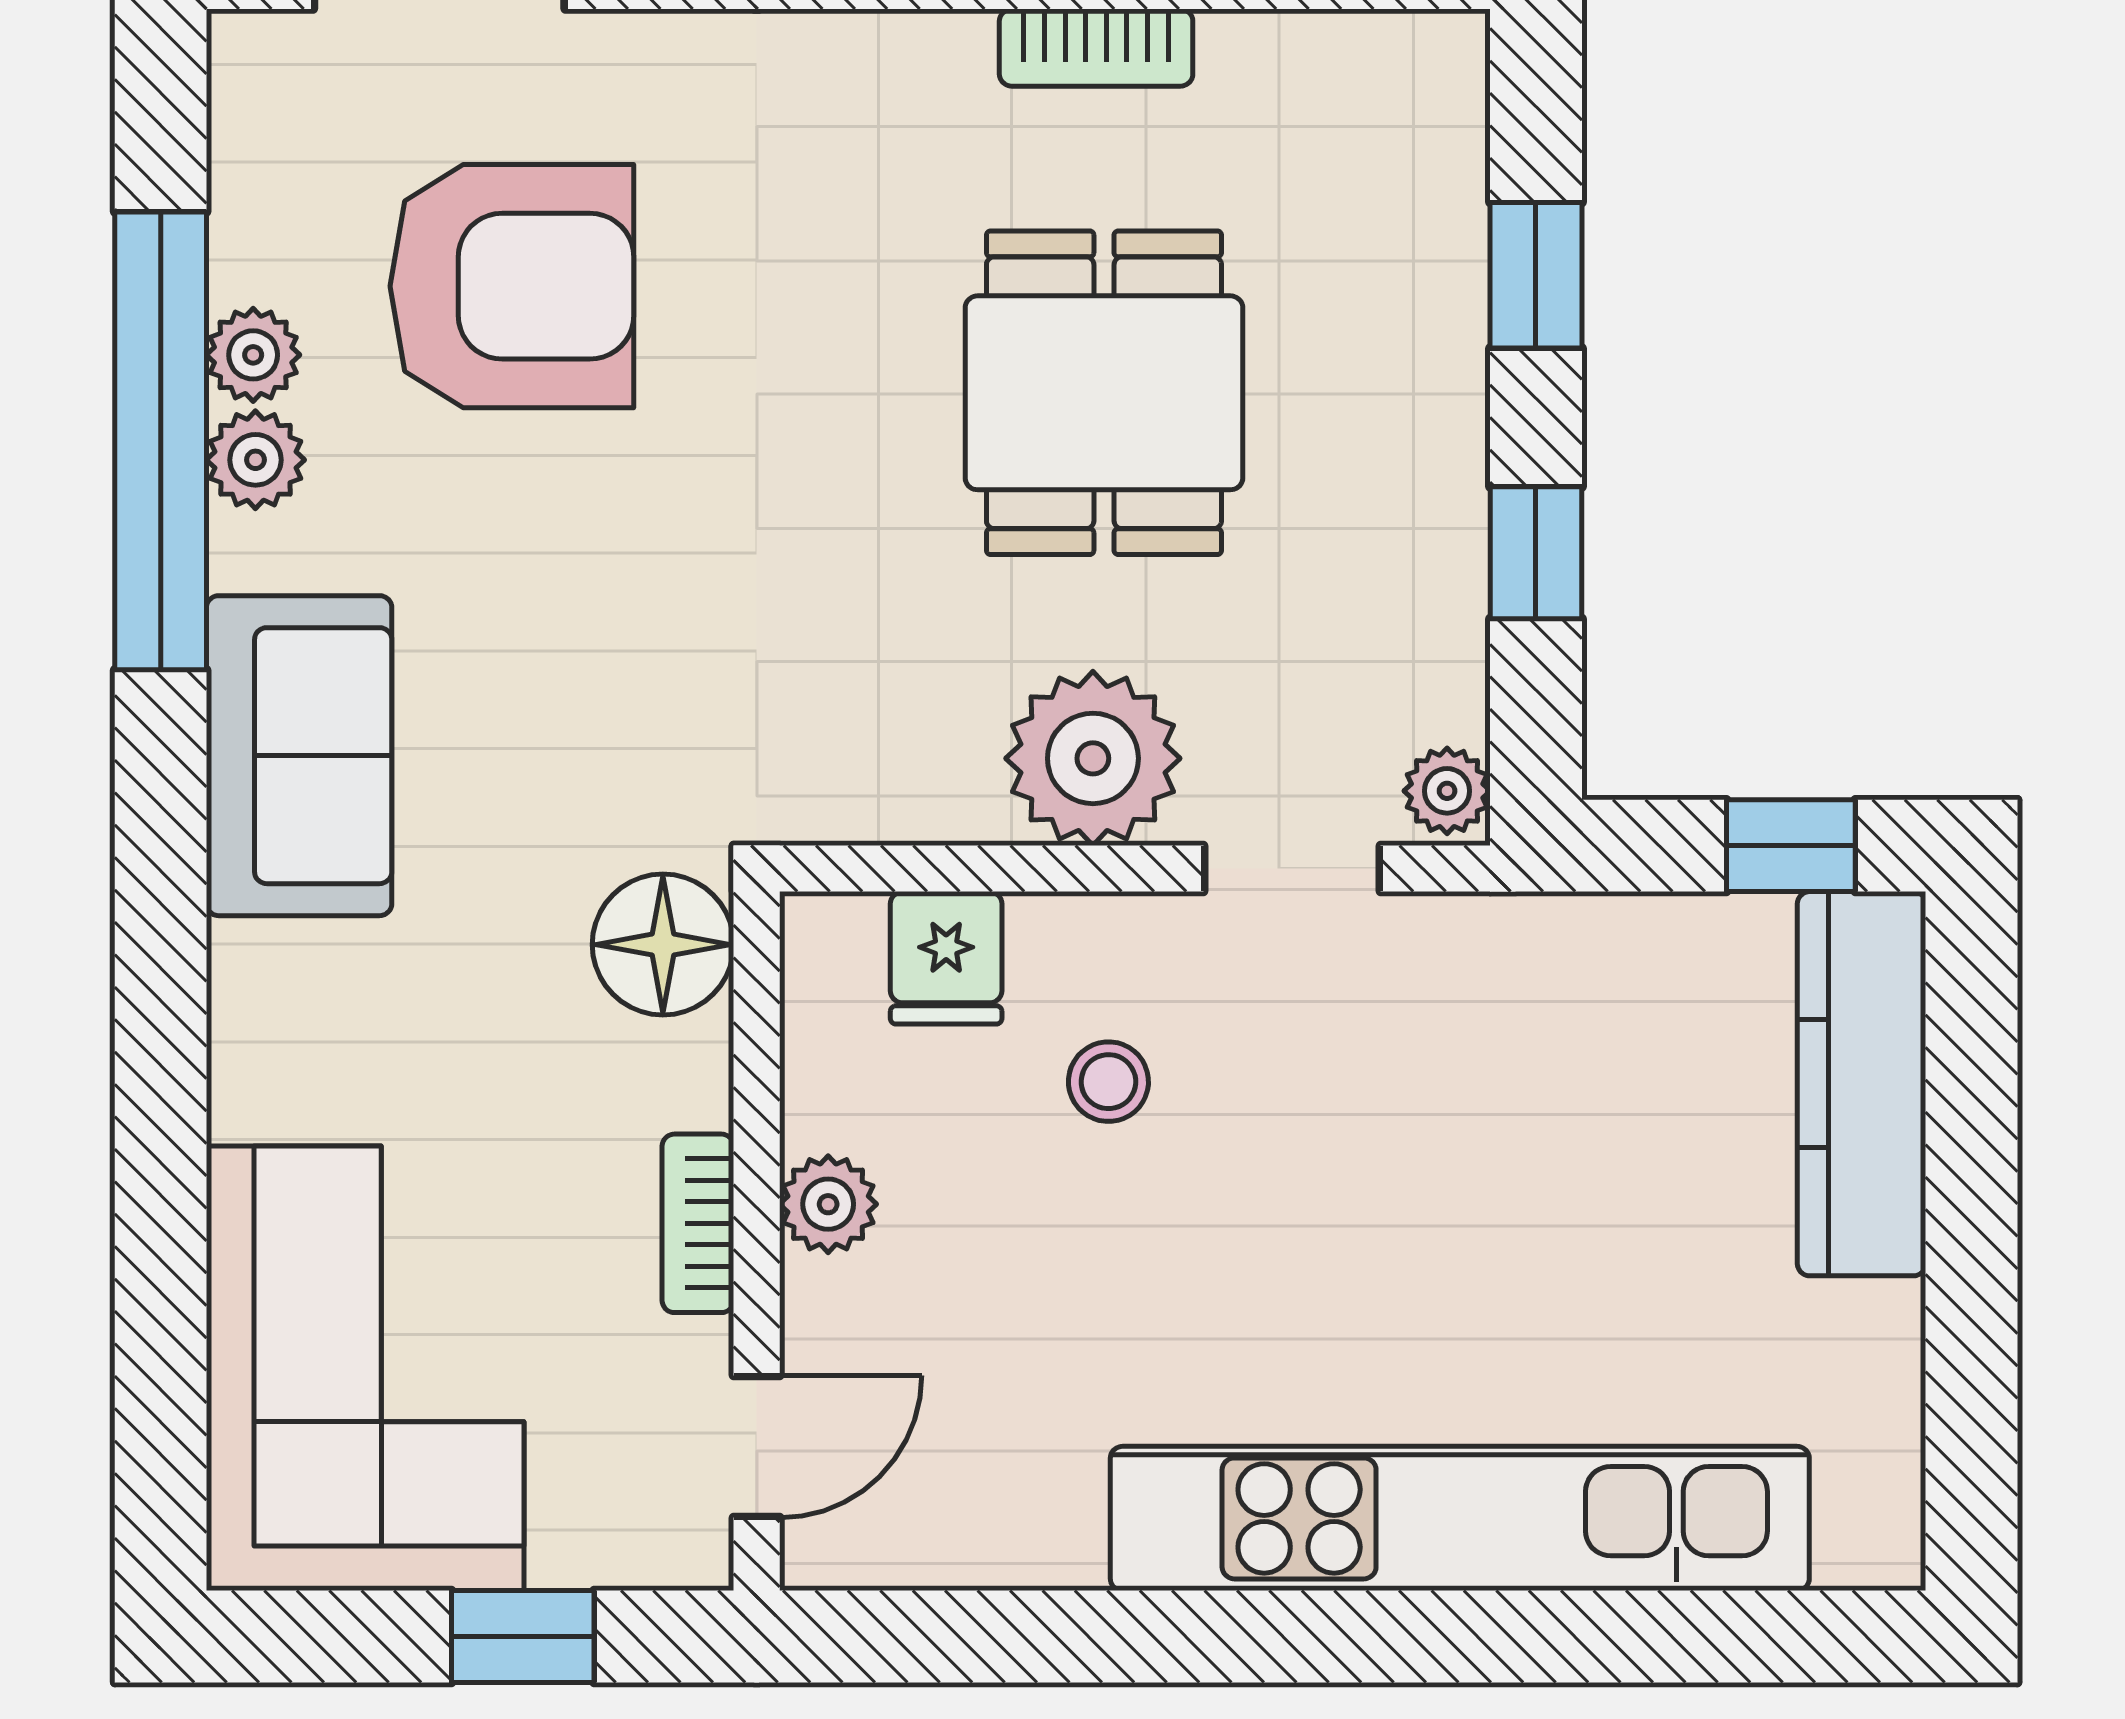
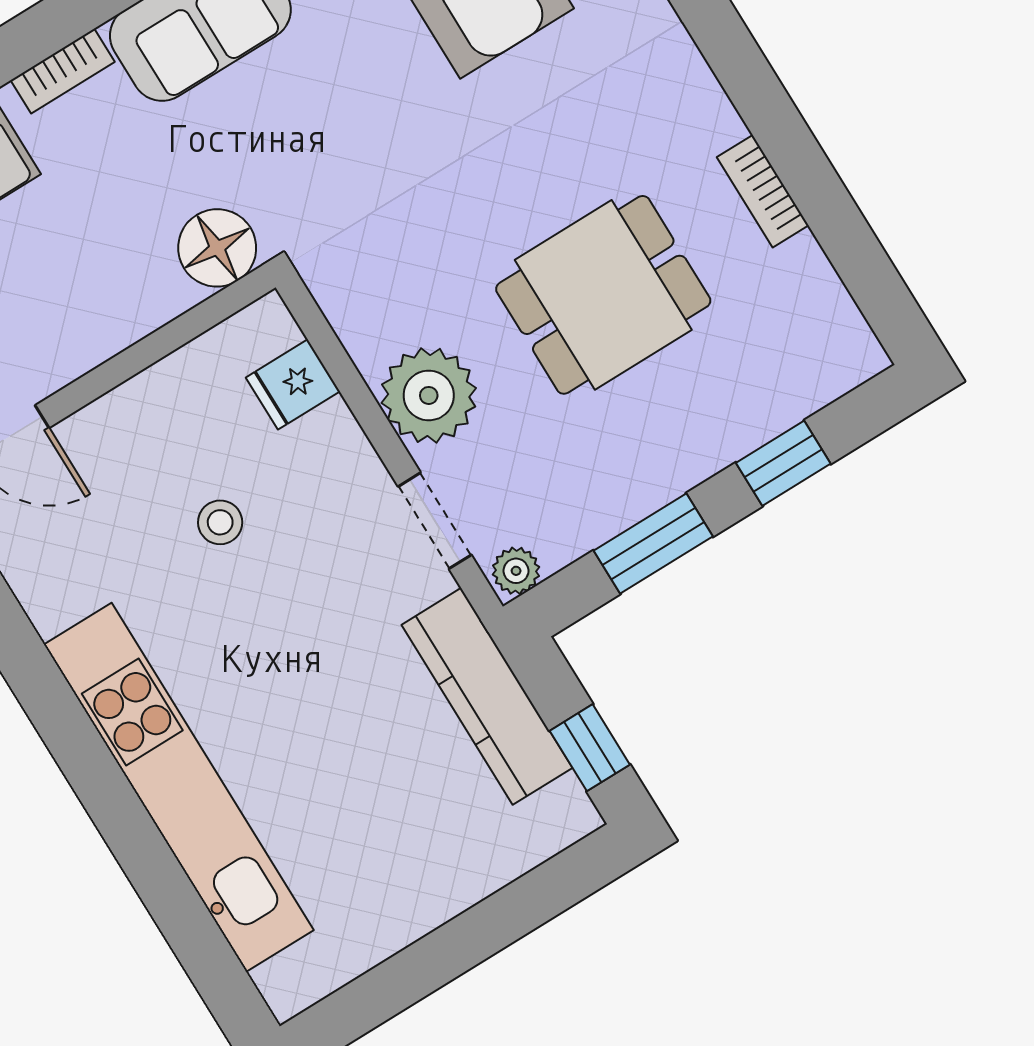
window: (1536, 553) -> (653, 544), width x1.50
stool: (1108, 1082) -> (220, 522), moved
kitchen counter: (1862, 1084) -> (487, 696), moved, turned -90
plant: (828, 1204) -> (143, 400), removed
bookcase: (698, 1223) -> (63, 71), moved, turned 180

